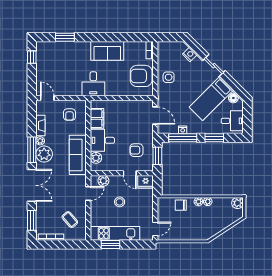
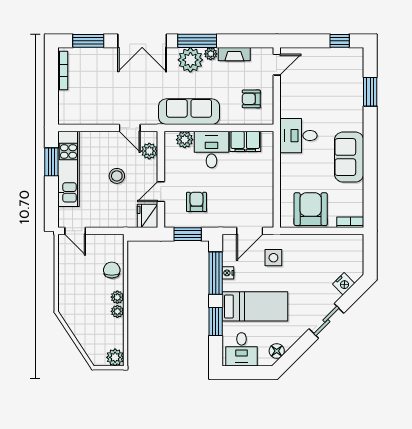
side table: (169, 77) -> (273, 258), moved
bed: (211, 99) -> (255, 306), moved, turned 135
coffee table: (70, 220) -> (90, 99), removed

